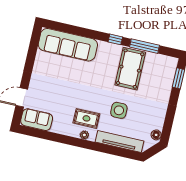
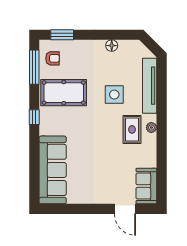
window: (145, 46) -> (34, 67), moved
armchair: (161, 66) -> (53, 58), added
floor lamp: (156, 135) -> (112, 46), moved

